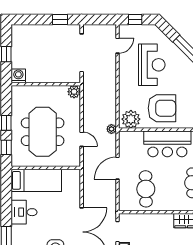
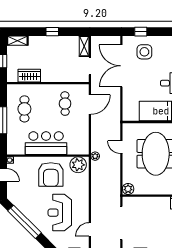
armchair: (162, 108) -> (51, 174), turned -90
door: (118, 168) -> (90, 105), moved
cafe table: (146, 189) -> (65, 104), width x0.73, depth x0.74

